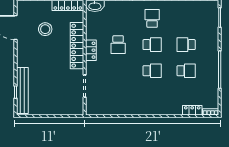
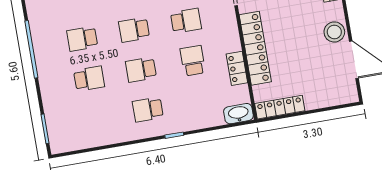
school desk: (152, 18) -> (148, 110), turned 90
stool: (45, 29) -> (334, 32), moved
locker: (91, 50) -> (237, 68), moved
school desk: (118, 71) -> (186, 21), added

